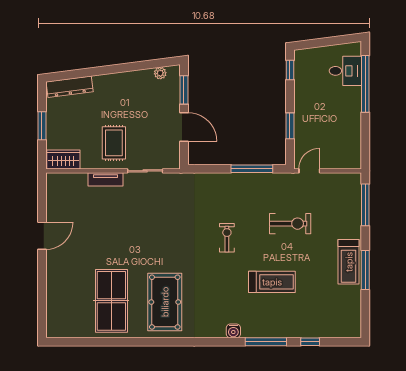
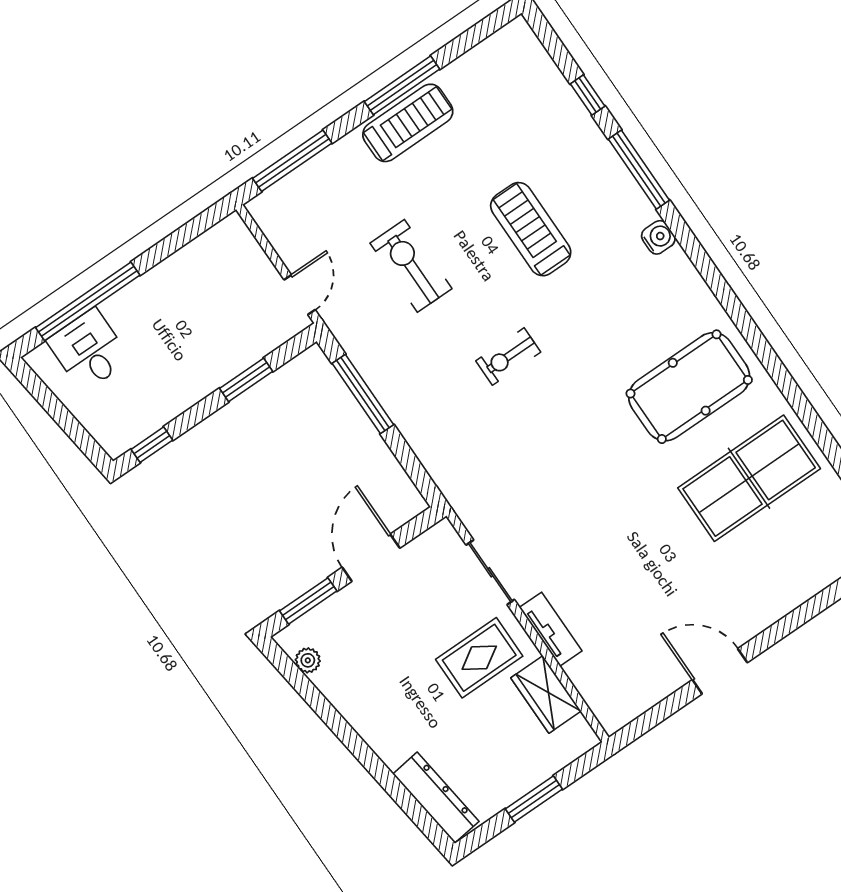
wardrobe: (63, 159) -> (546, 694), moved
door: (309, 171) -> (300, 295), swing flipped

